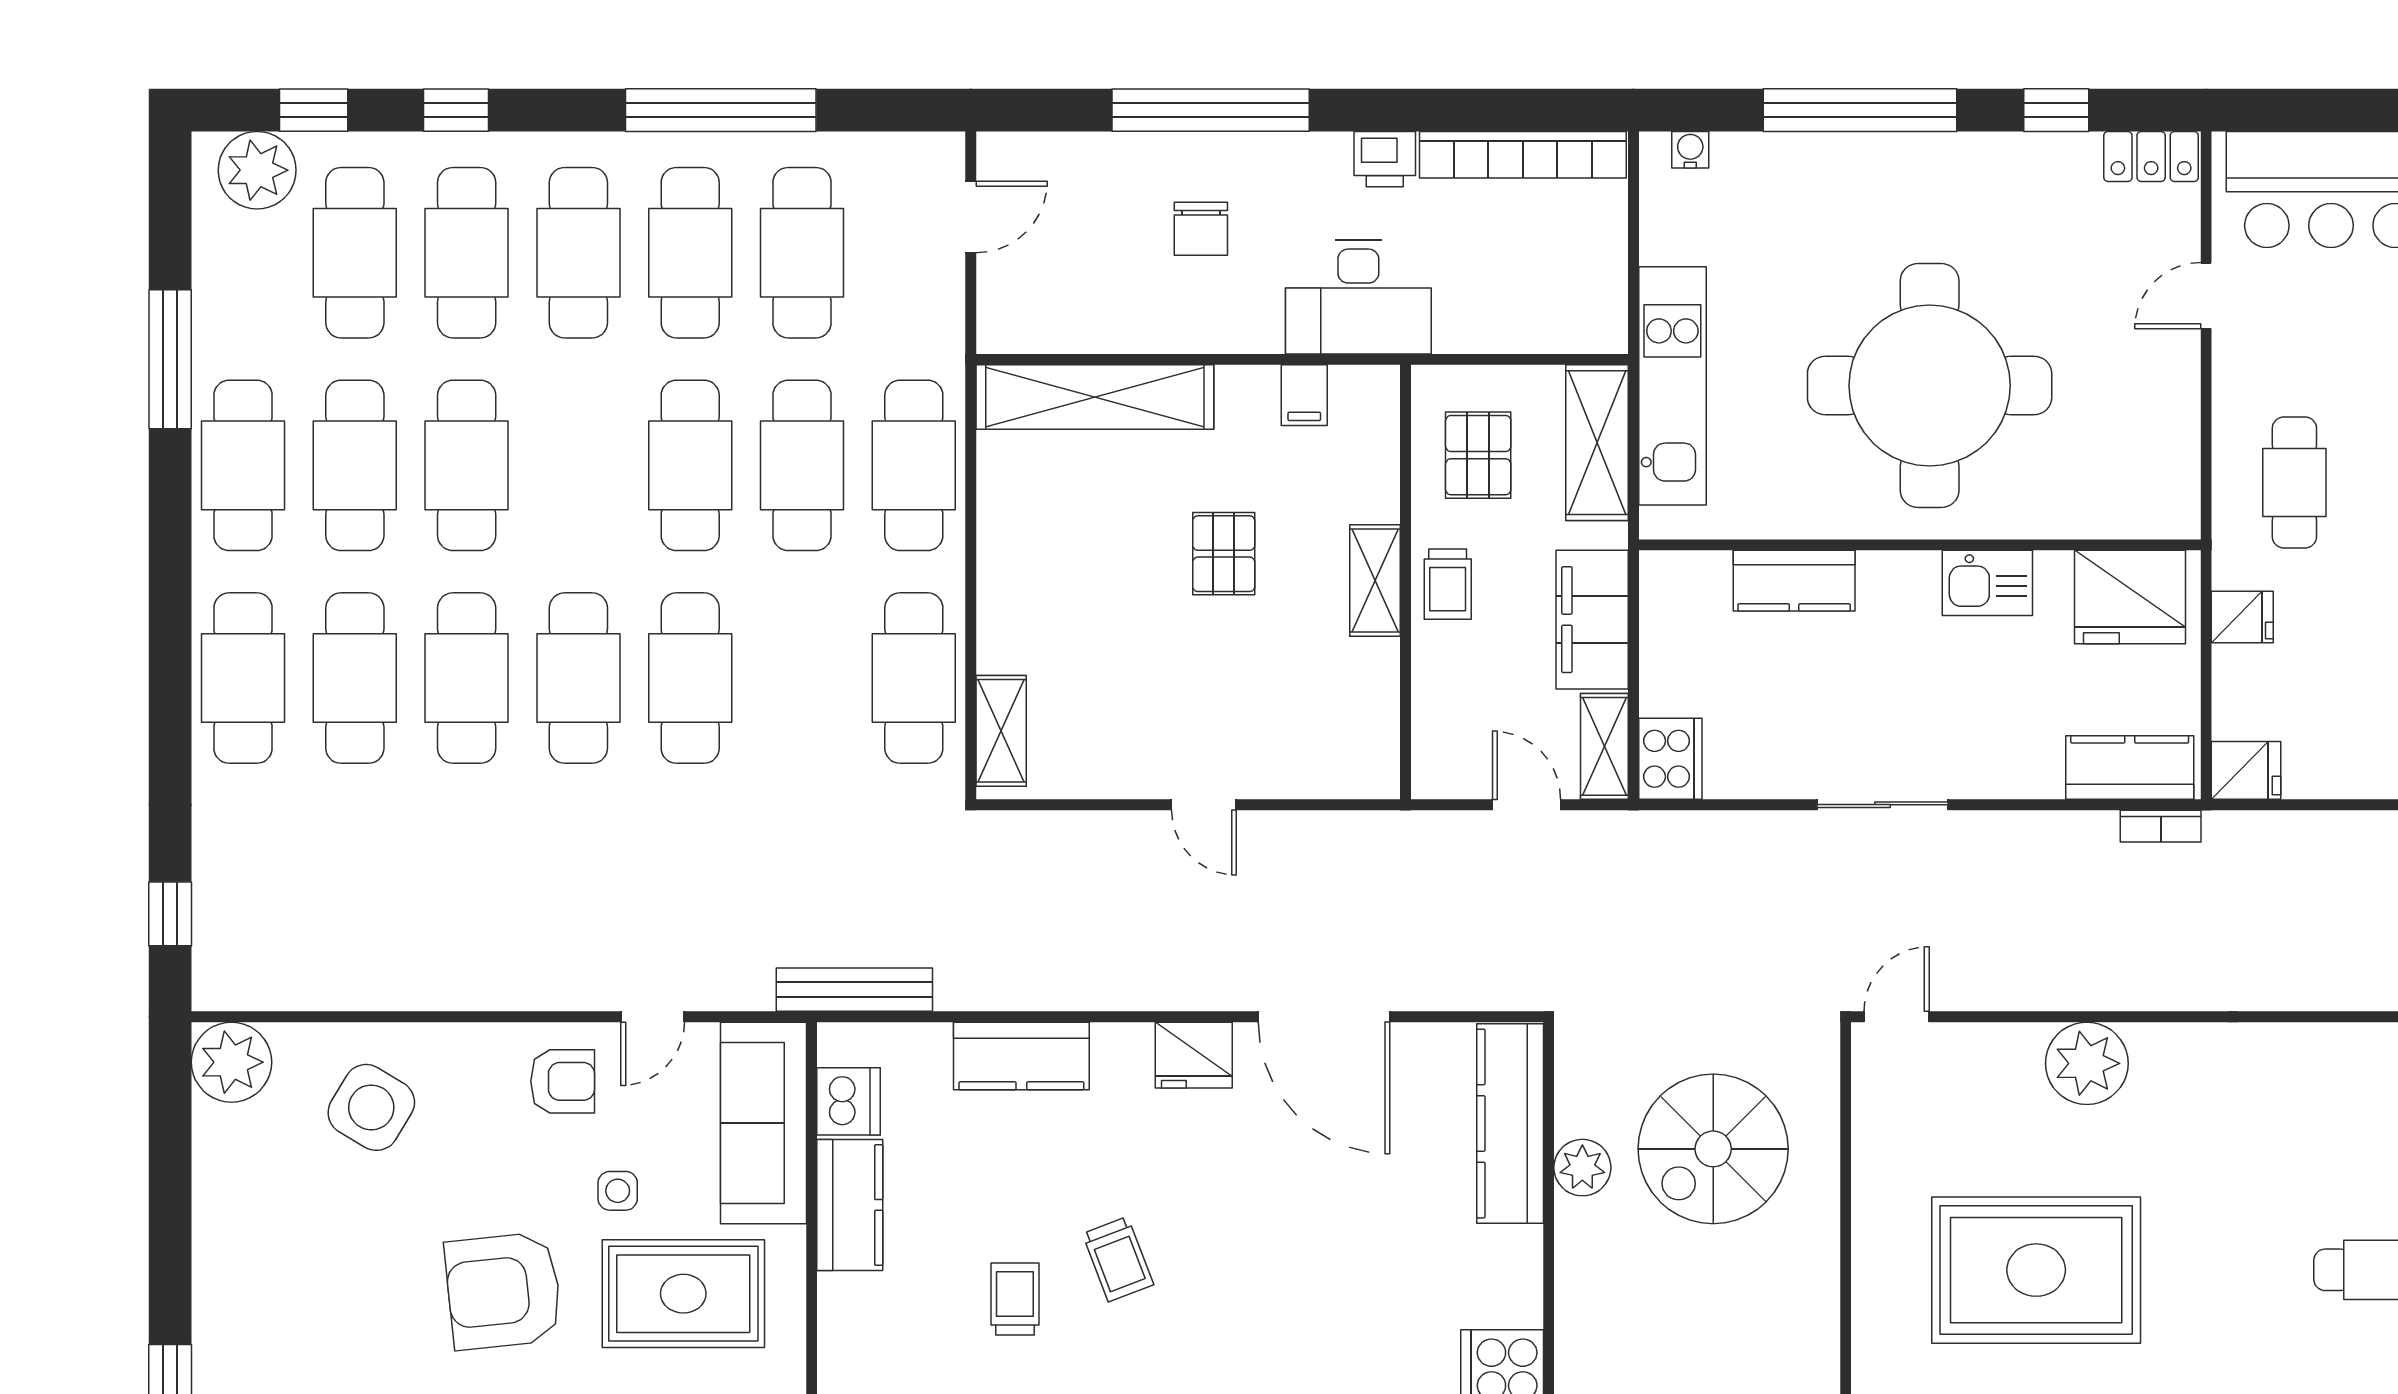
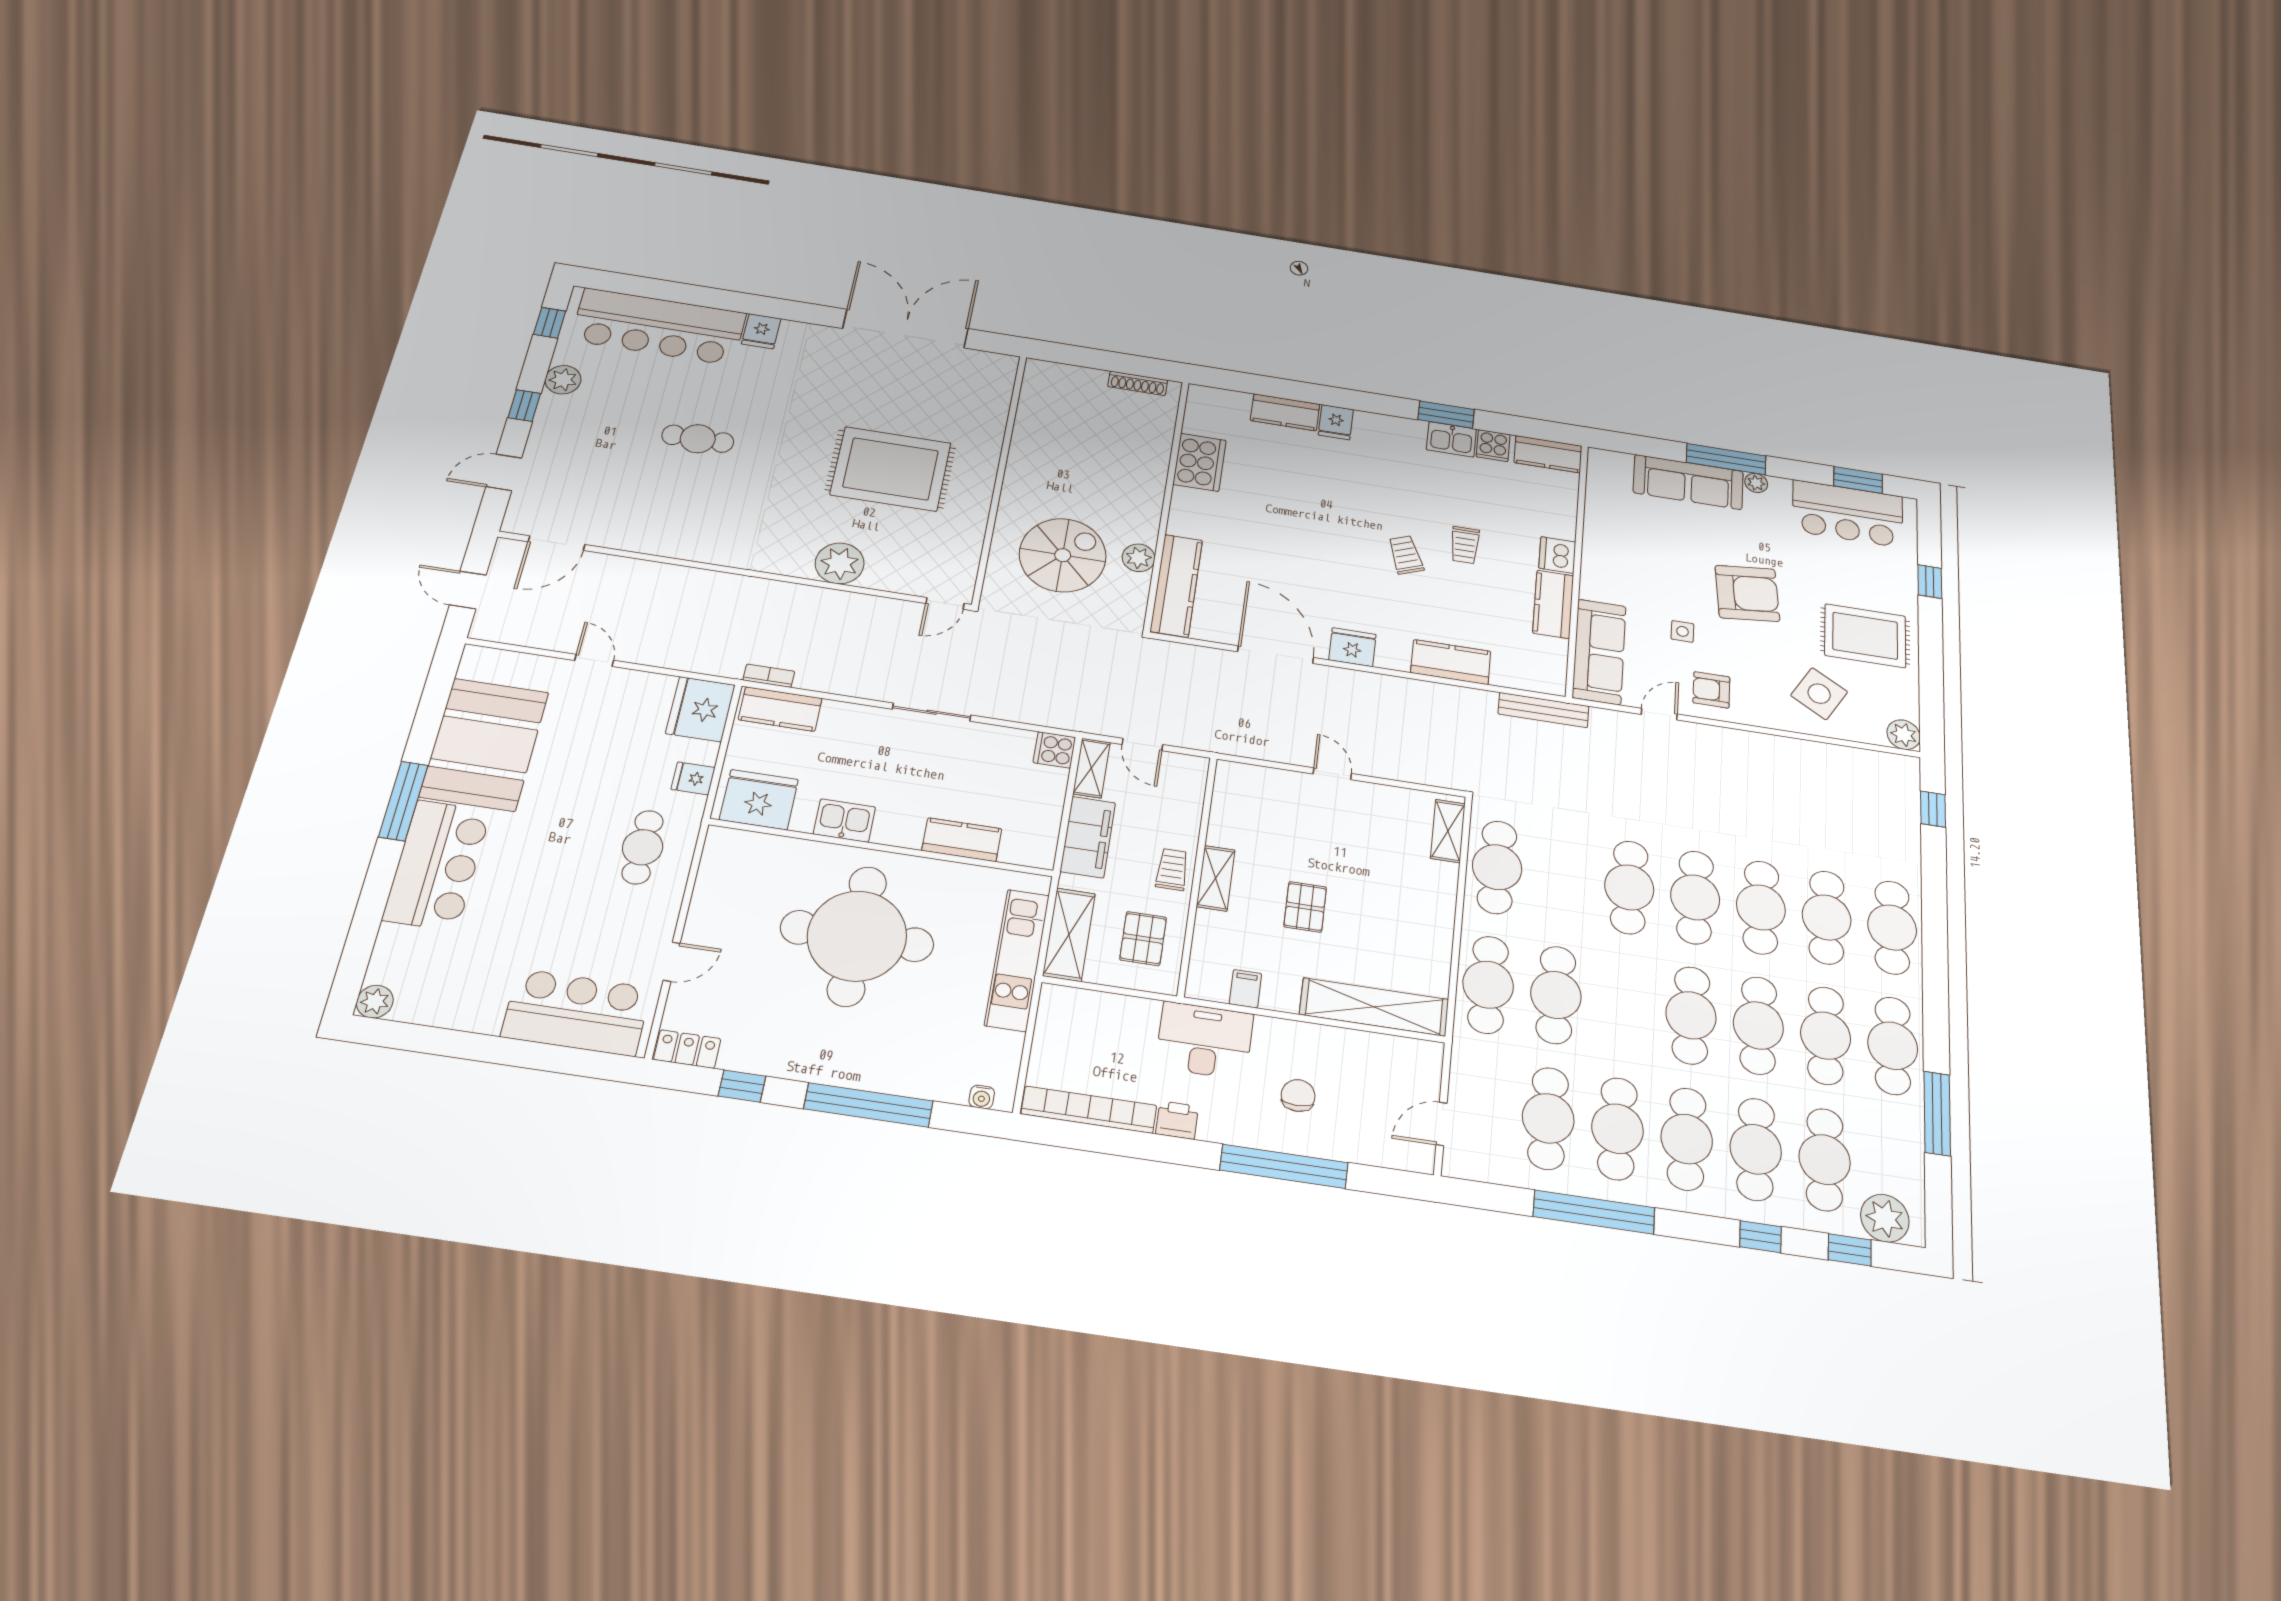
cafe table: (690, 465) -> (1691, 1015), moved
cooker: (1670, 759) -> (1054, 750), width x0.73
fridge: (2246, 770) -> (700, 709), width x1.88, depth x1.34
plant: (231, 1062) -> (1904, 735), width x0.73, depth x0.73
dishwasher: (849, 1101) -> (1557, 555), moved
rug: (683, 1294) -> (1865, 636), moved

